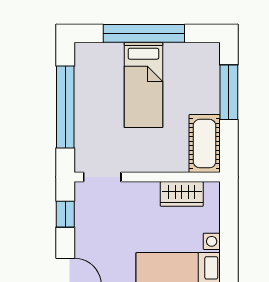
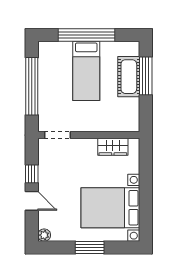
cot: (205, 144) -> (129, 77), moved
window: (65, 214) -> (32, 174), moved

